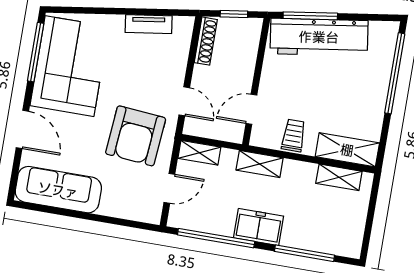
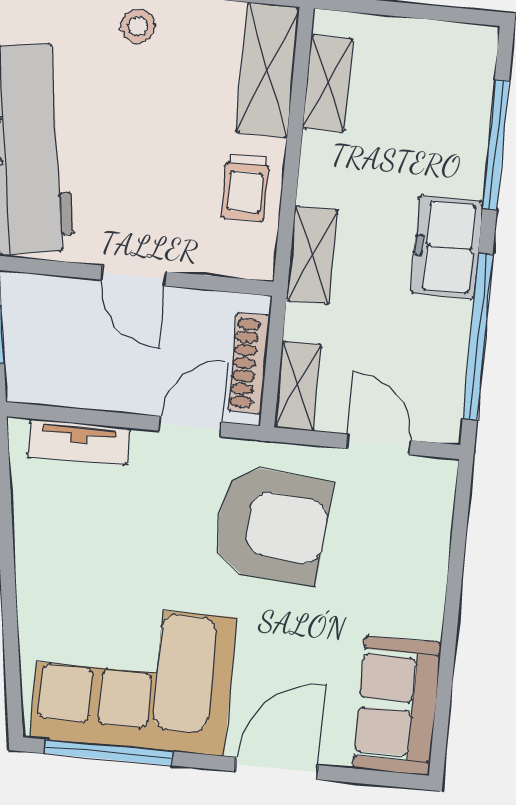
tv unit: (149, 24) -> (78, 442), moved, turned 98
shoe rack: (206, 41) -> (249, 363), moved, turned -90
stool: (372, 91) -> (138, 26), added
door: (251, 109) -> (134, 276), moved
trolley: (294, 135) -> (246, 187), turned -90
sofa: (58, 190) -> (397, 706), width x0.73

